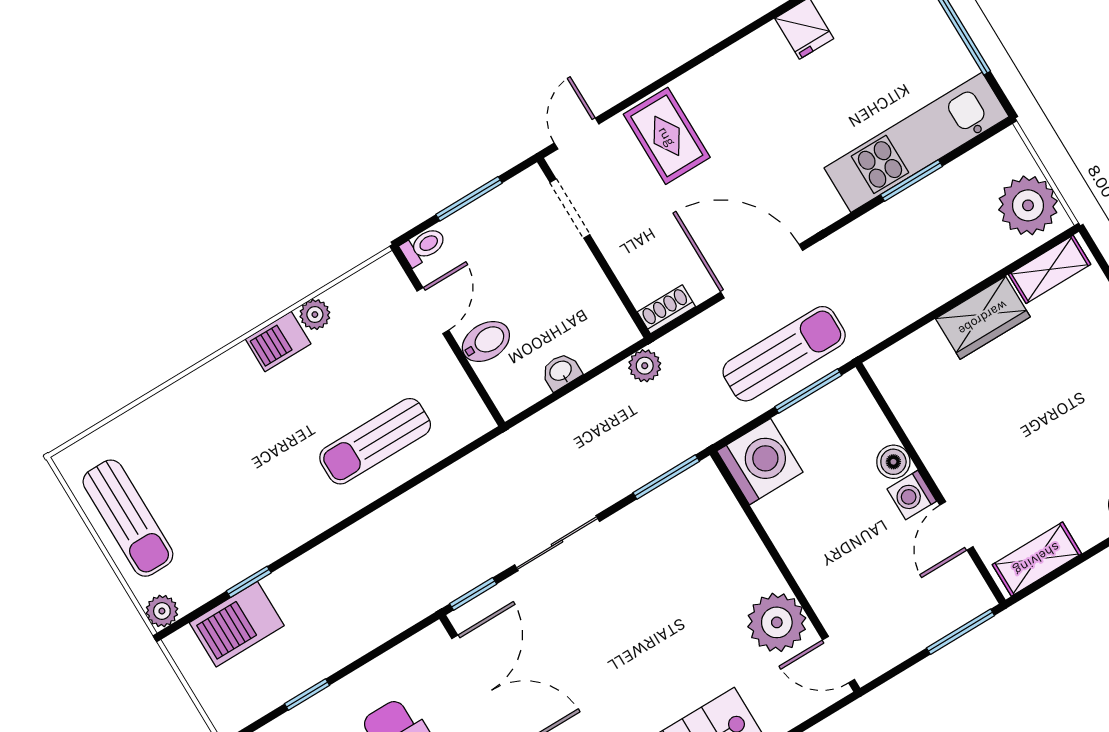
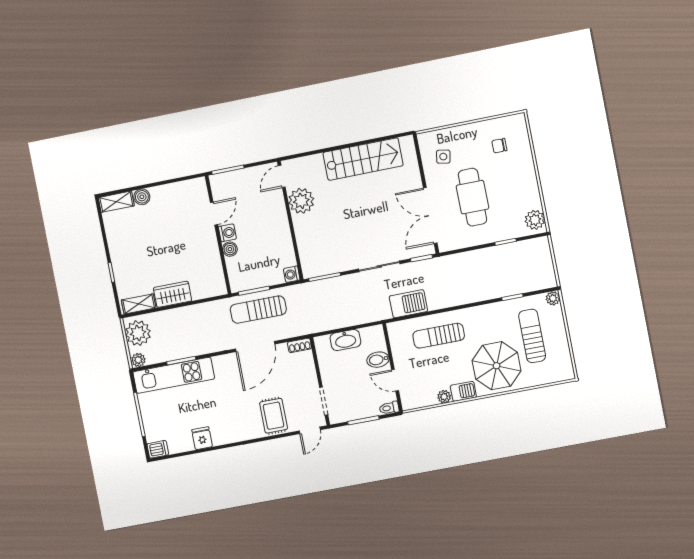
door: (762, 271) -> (255, 346), hinge flipped
door: (433, 311) -> (395, 380), hinge flipped
plant: (645, 366) -> (138, 360), moved
washbasin: (561, 371) -> (345, 340), width x1.91, depth x1.45
parasol: (228, 423) -> (497, 366), added
sun lounger: (375, 441) -> (439, 336), turned 180
washing machine: (760, 462) -> (292, 274), width x0.53, depth x0.53
sun lounger: (128, 518) -> (532, 336), moved
shelving: (1037, 559) -> (186, 188), removed
barbecue: (237, 624) -> (408, 304), moved
door: (838, 660) -> (282, 176), swing flipped

